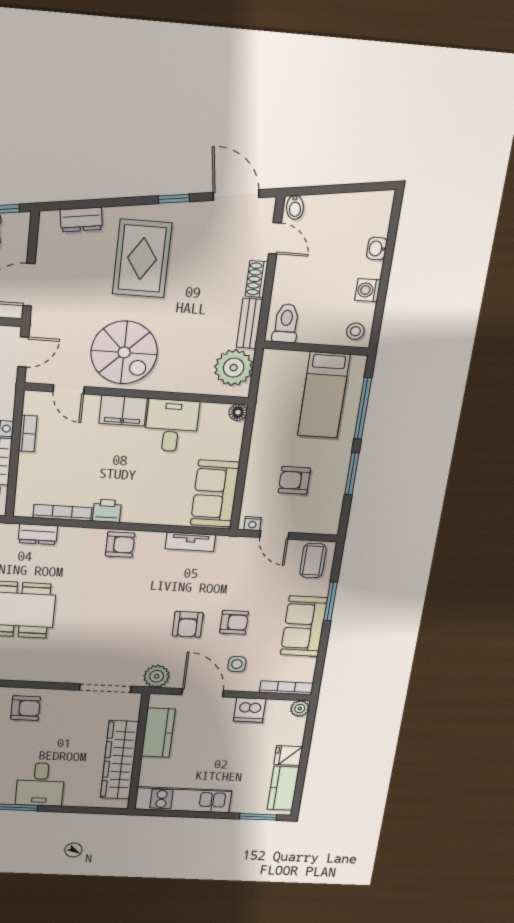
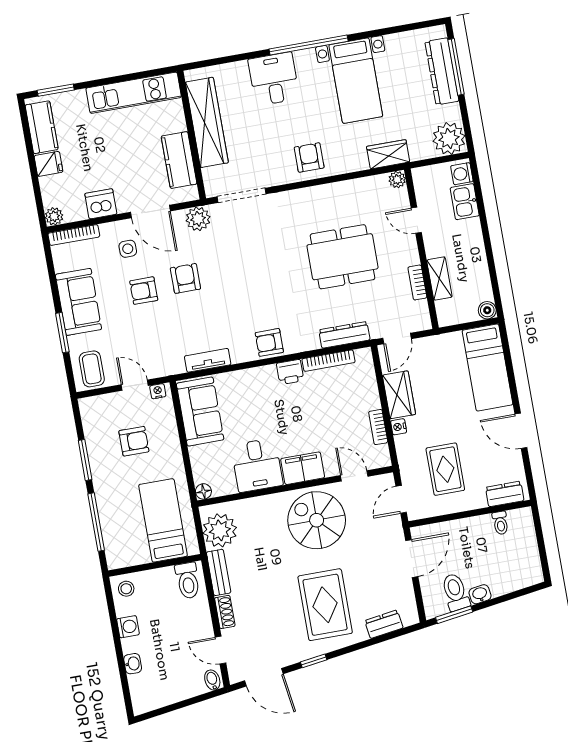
bed: (324, 395) -> (163, 520), moved
dresser: (38, 534) -> (344, 335), width x1.44
armchair: (26, 708) -> (309, 157), turned 90

